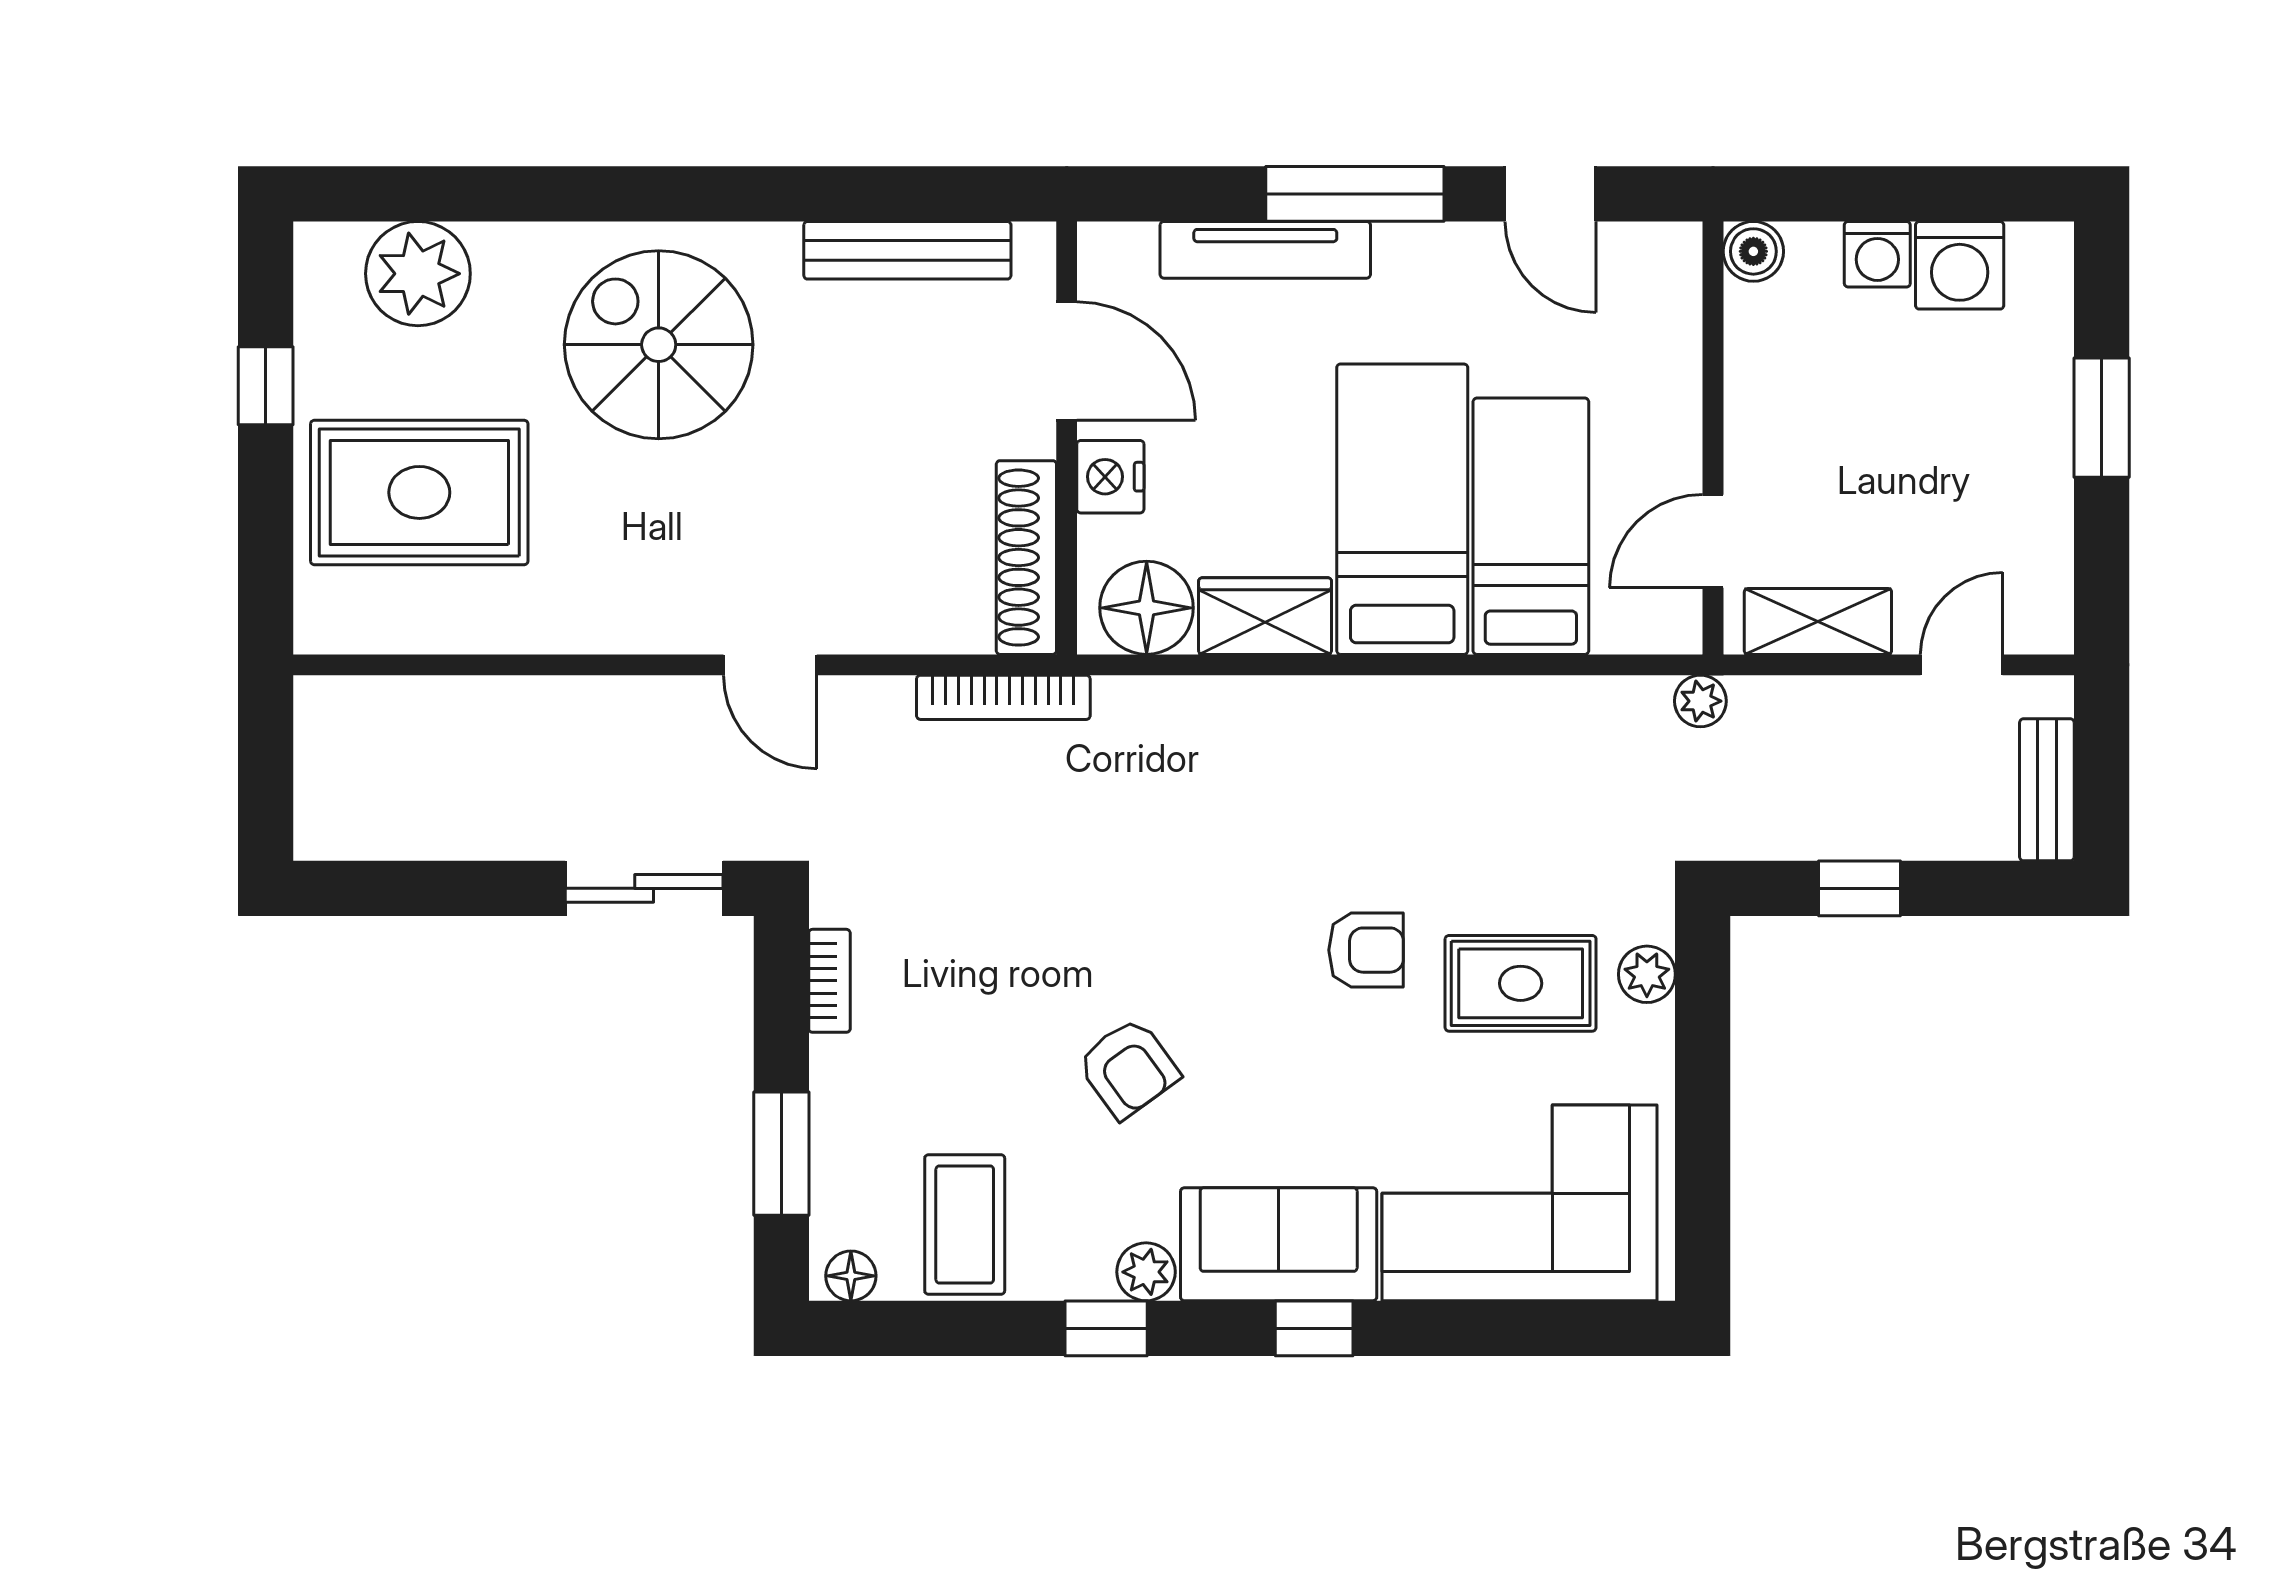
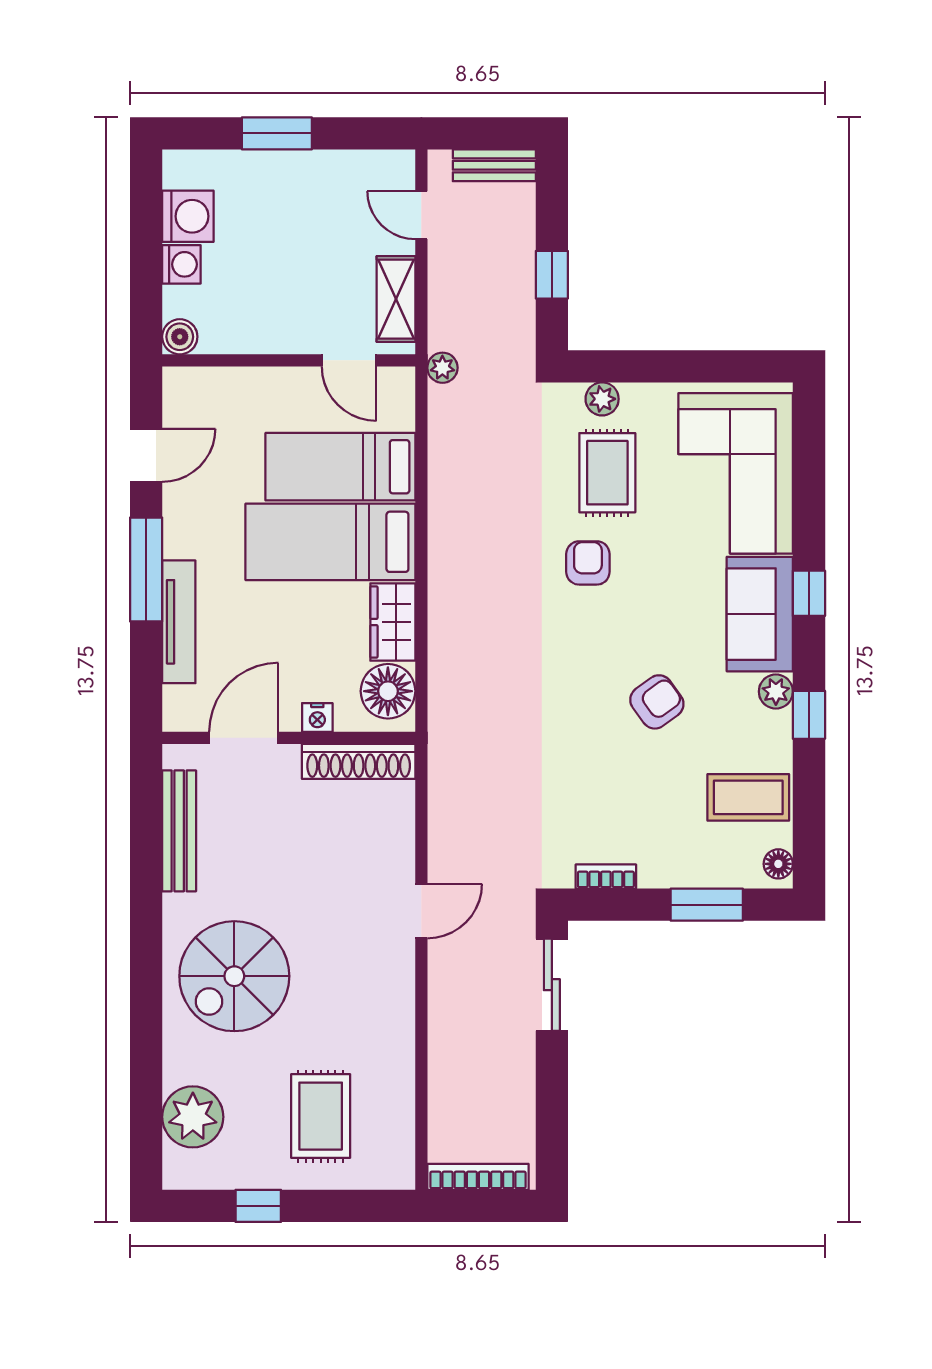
nightstand: (1110, 477) -> (317, 717), width x0.72, depth x0.74
rug: (419, 492) -> (321, 1116), width x0.73, depth x0.70
bookcase: (1003, 697) -> (478, 1177), moved, turned -90

